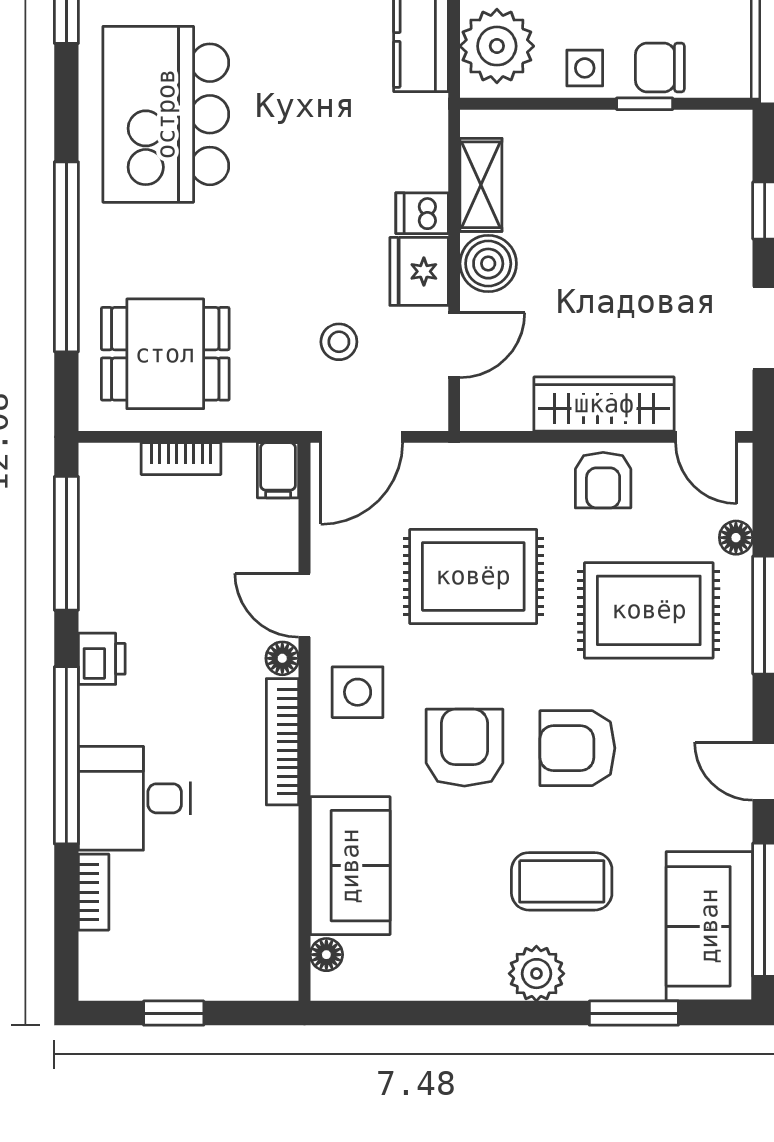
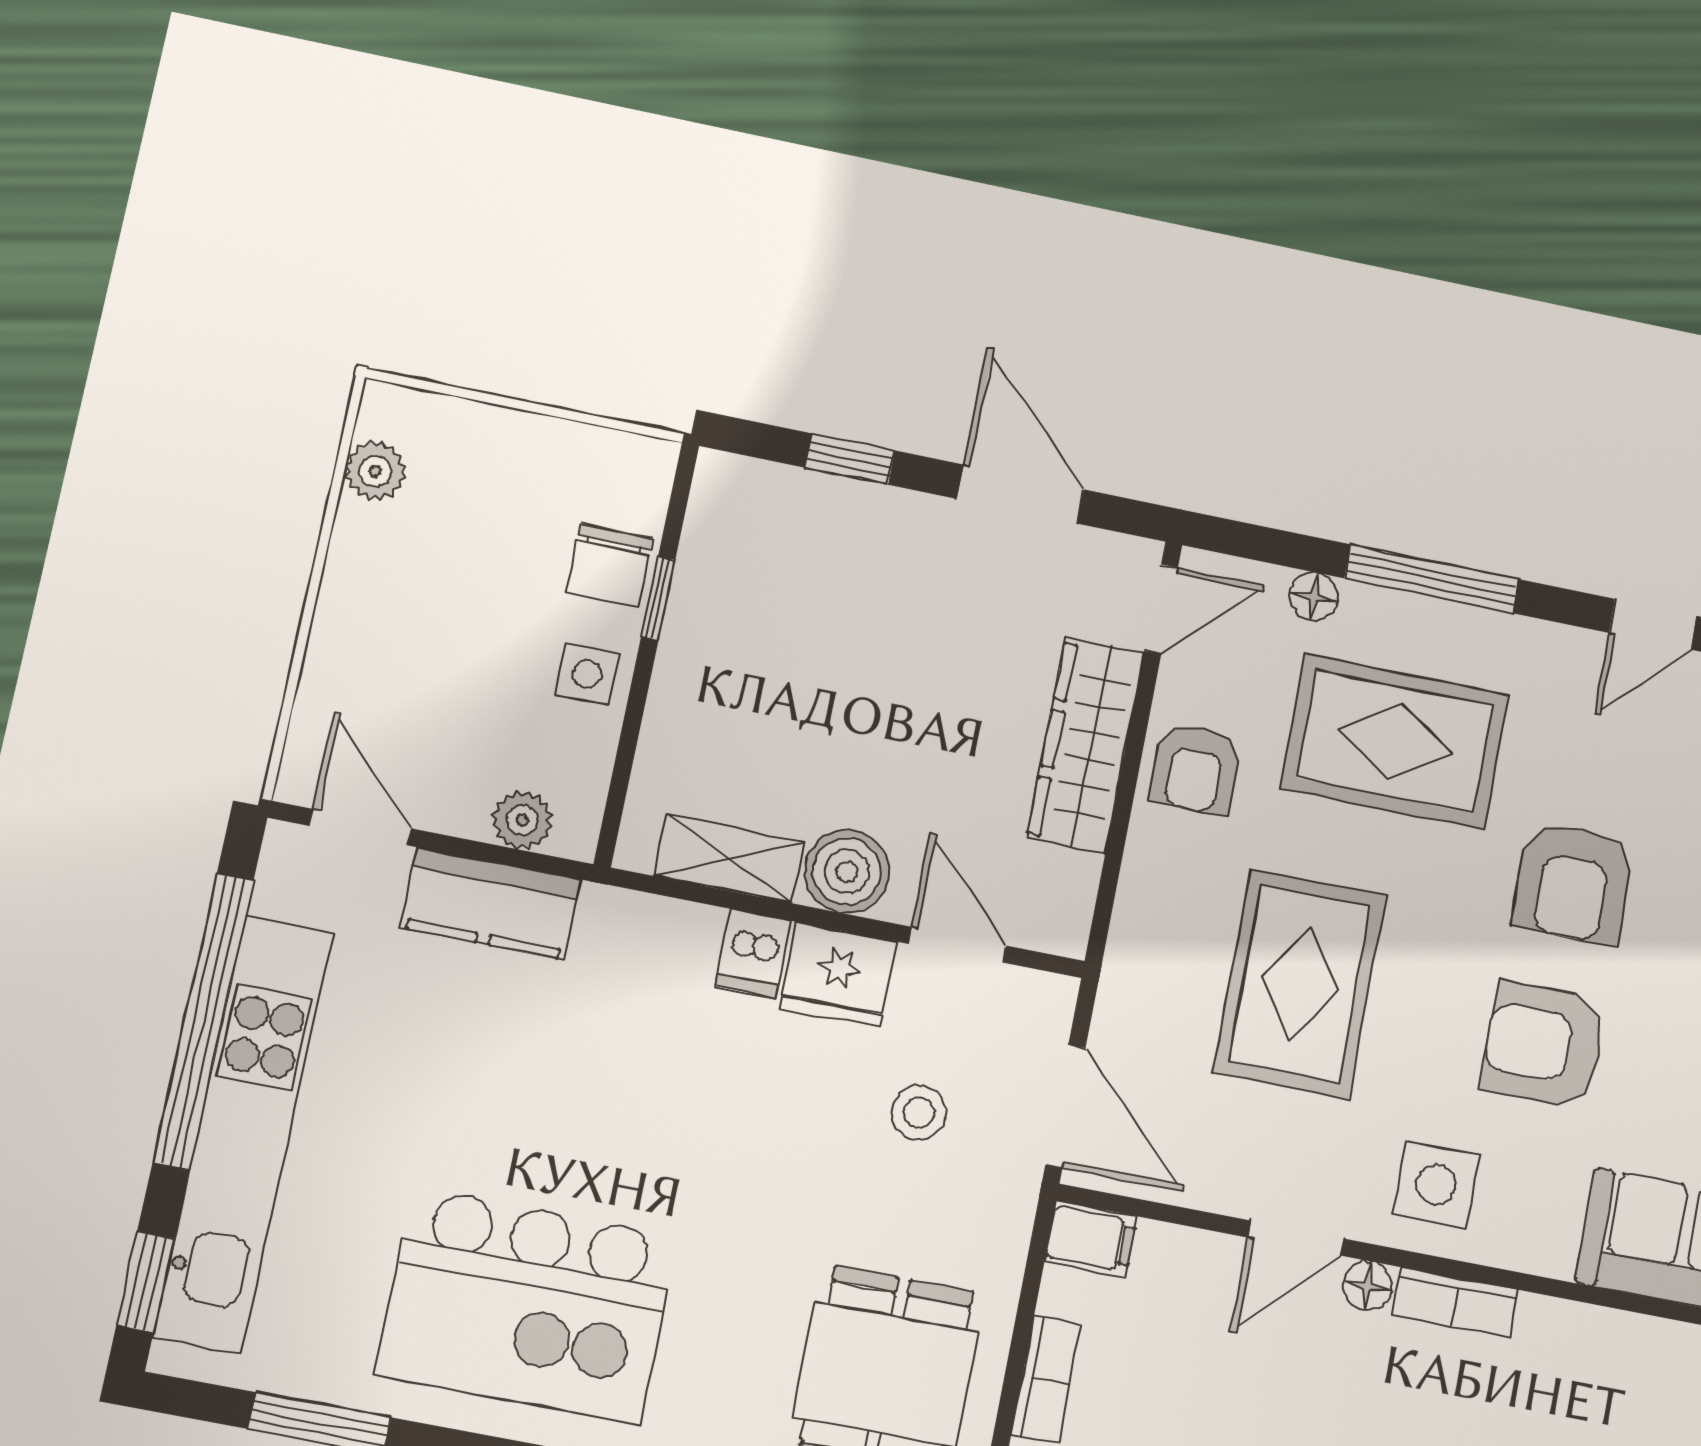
plant: (497, 46) -> (522, 820), width x0.53, depth x0.53
armchair: (603, 480) -> (1195, 769), turned 90
rug: (649, 610) -> (1395, 741), turned 90
bookcase: (283, 742) -> (1456, 1302), width x0.64

